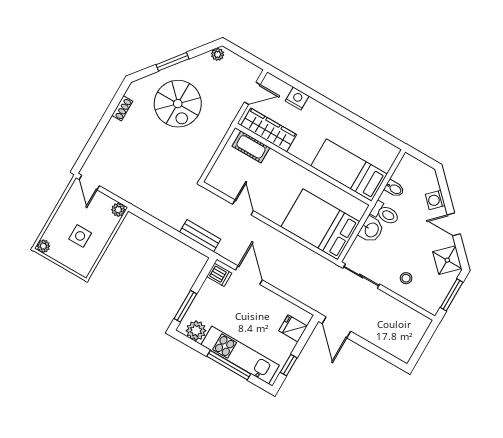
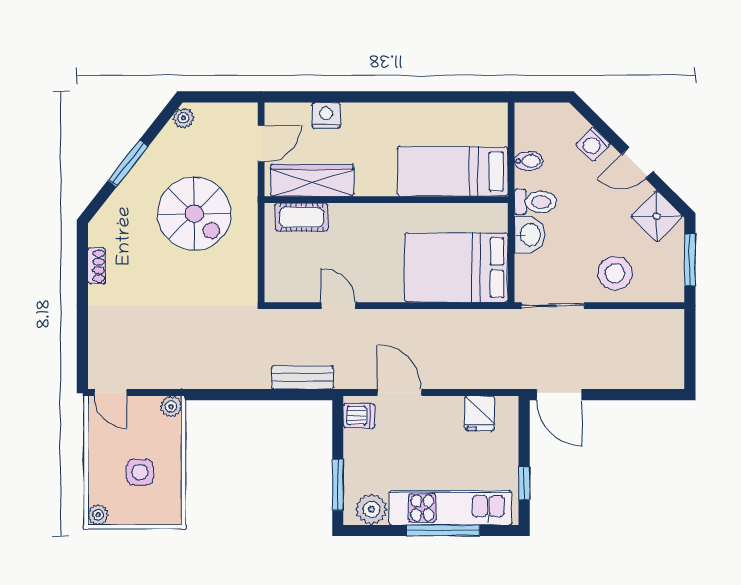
spiral stairs: (178, 104) -> (194, 214), moved
stool: (406, 278) -> (615, 273), width x1.89, depth x1.89
fridge: (293, 328) -> (480, 413), moved, turned -90

